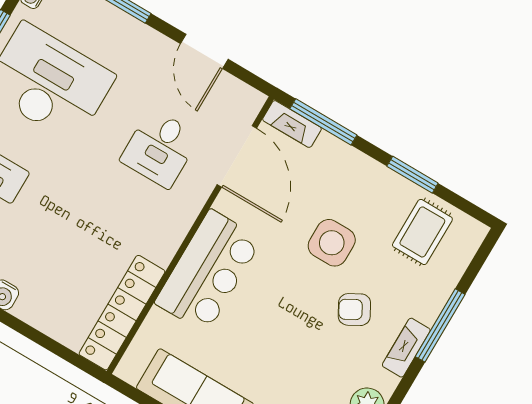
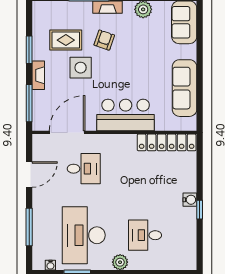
fireplace: (292, 124) -> (38, 75), moved
rug: (422, 232) -> (66, 40), moved
armchair: (354, 310) -> (104, 40), turned -132

